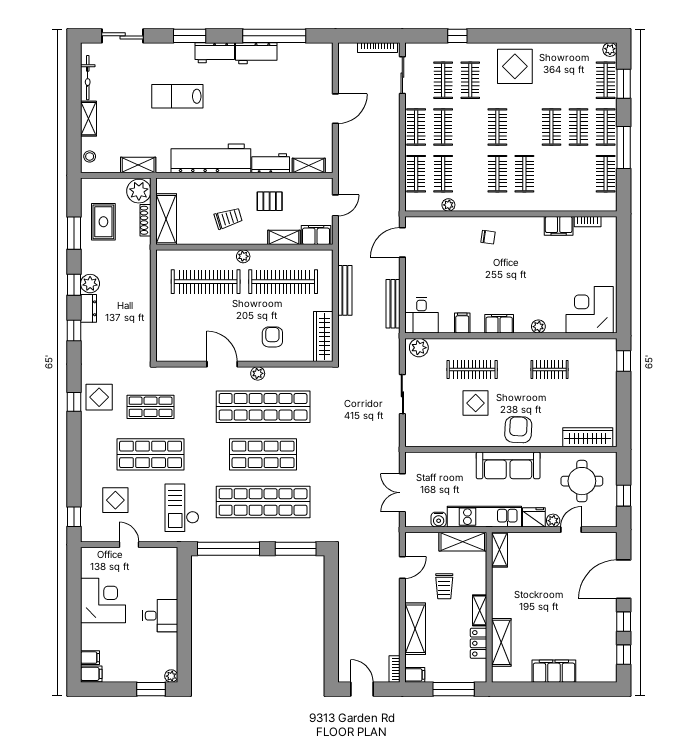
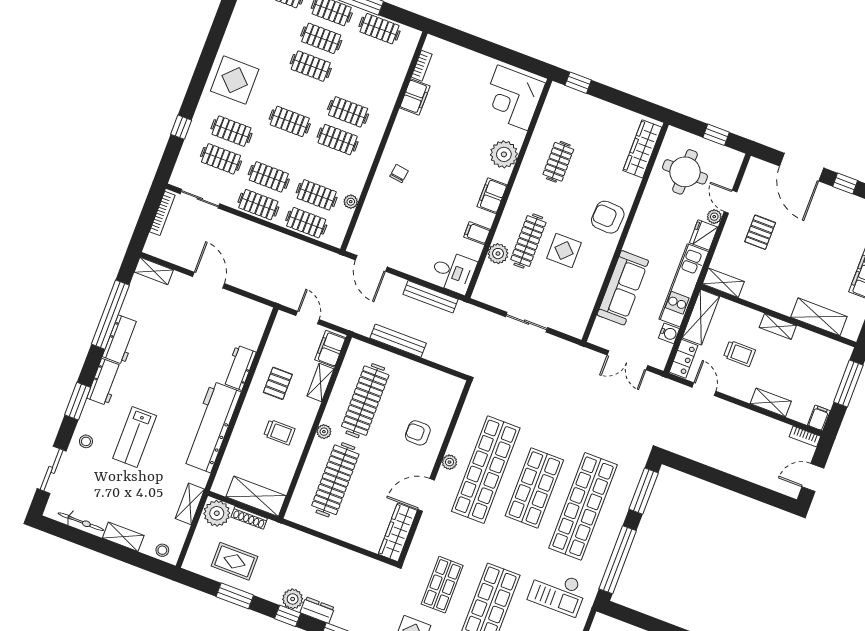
stool: (158, 56) -> (86, 441), added
shelving: (309, 165) -> (154, 271), moved, turned 90
trolley: (228, 218) -> (279, 432), turned 107
plant: (538, 327) -> (504, 154), width x1.87, depth x1.87
wardrobe: (323, 337) -> (398, 532), moved, turned 90
plant: (419, 348) -> (498, 254), moved
sofa: (508, 465) -> (623, 288), moved
pallet: (555, 565) -> (760, 232), added
shelving: (415, 629) -> (771, 402), width x0.67, depth x0.75
locker: (479, 643) -> (684, 359), moved, turned -90

